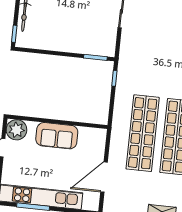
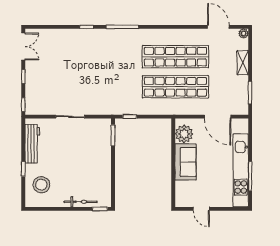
plant: (16, 130) -> (184, 134), moved

